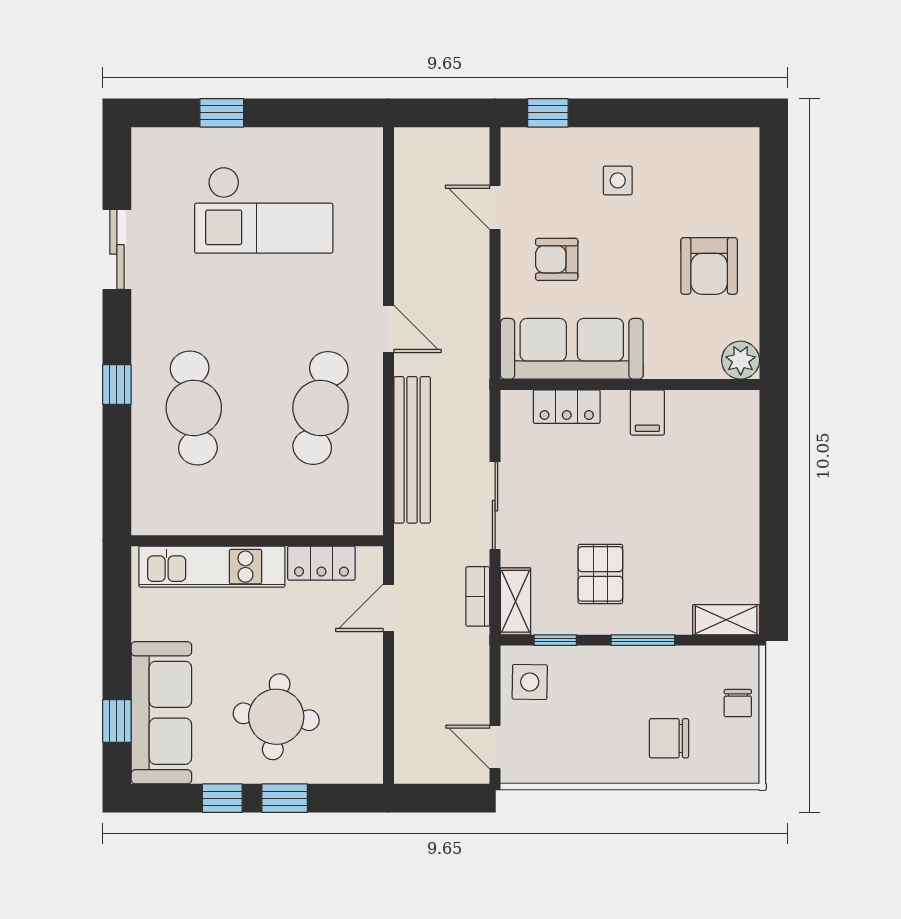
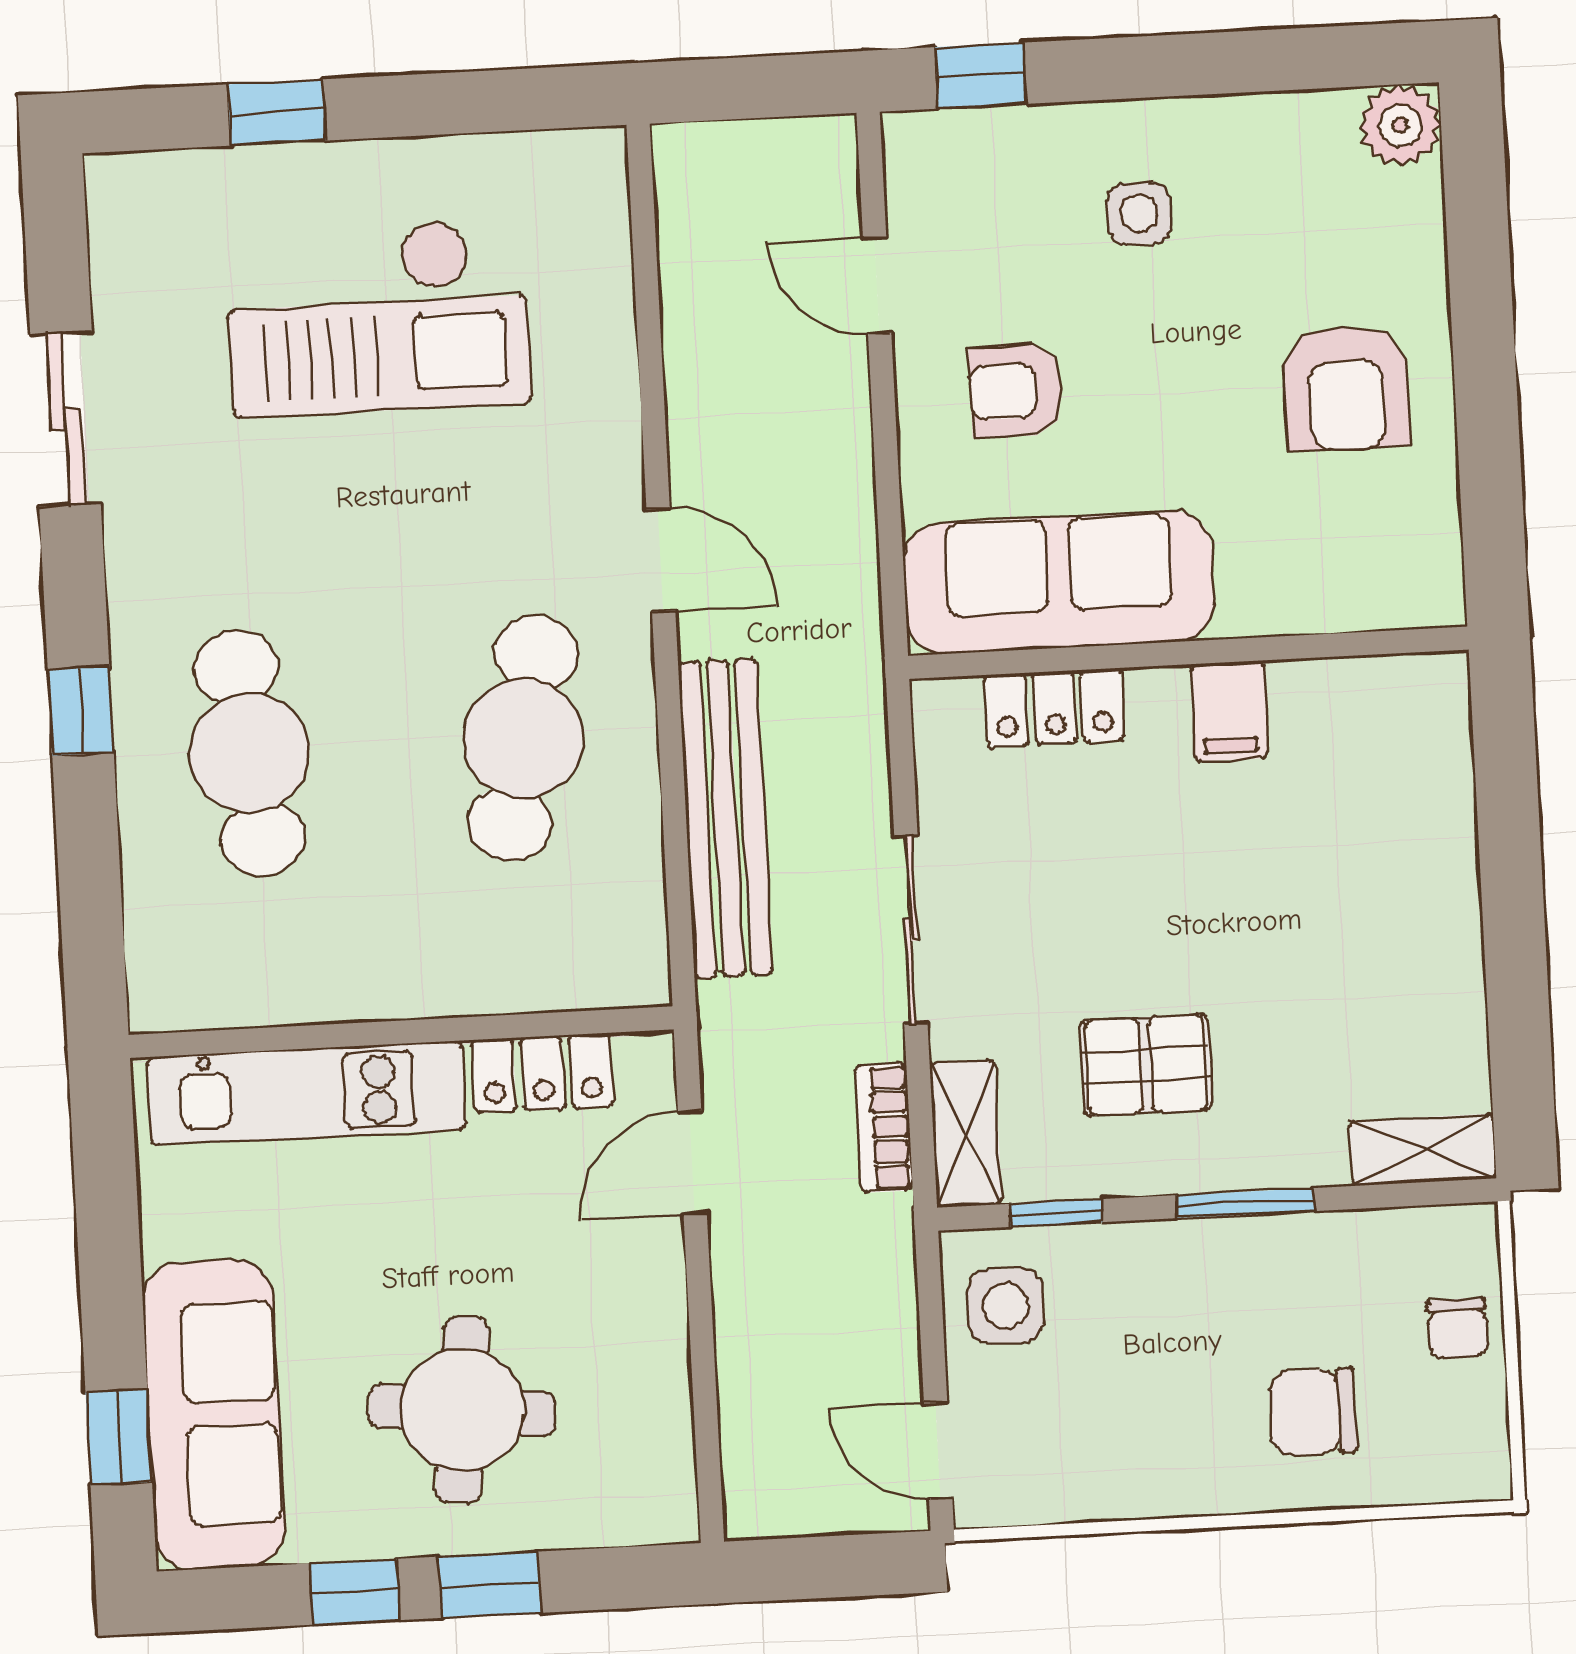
plant: (741, 360) -> (1400, 125), moved
pallet: (600, 574) -> (1146, 1065), turned 90

